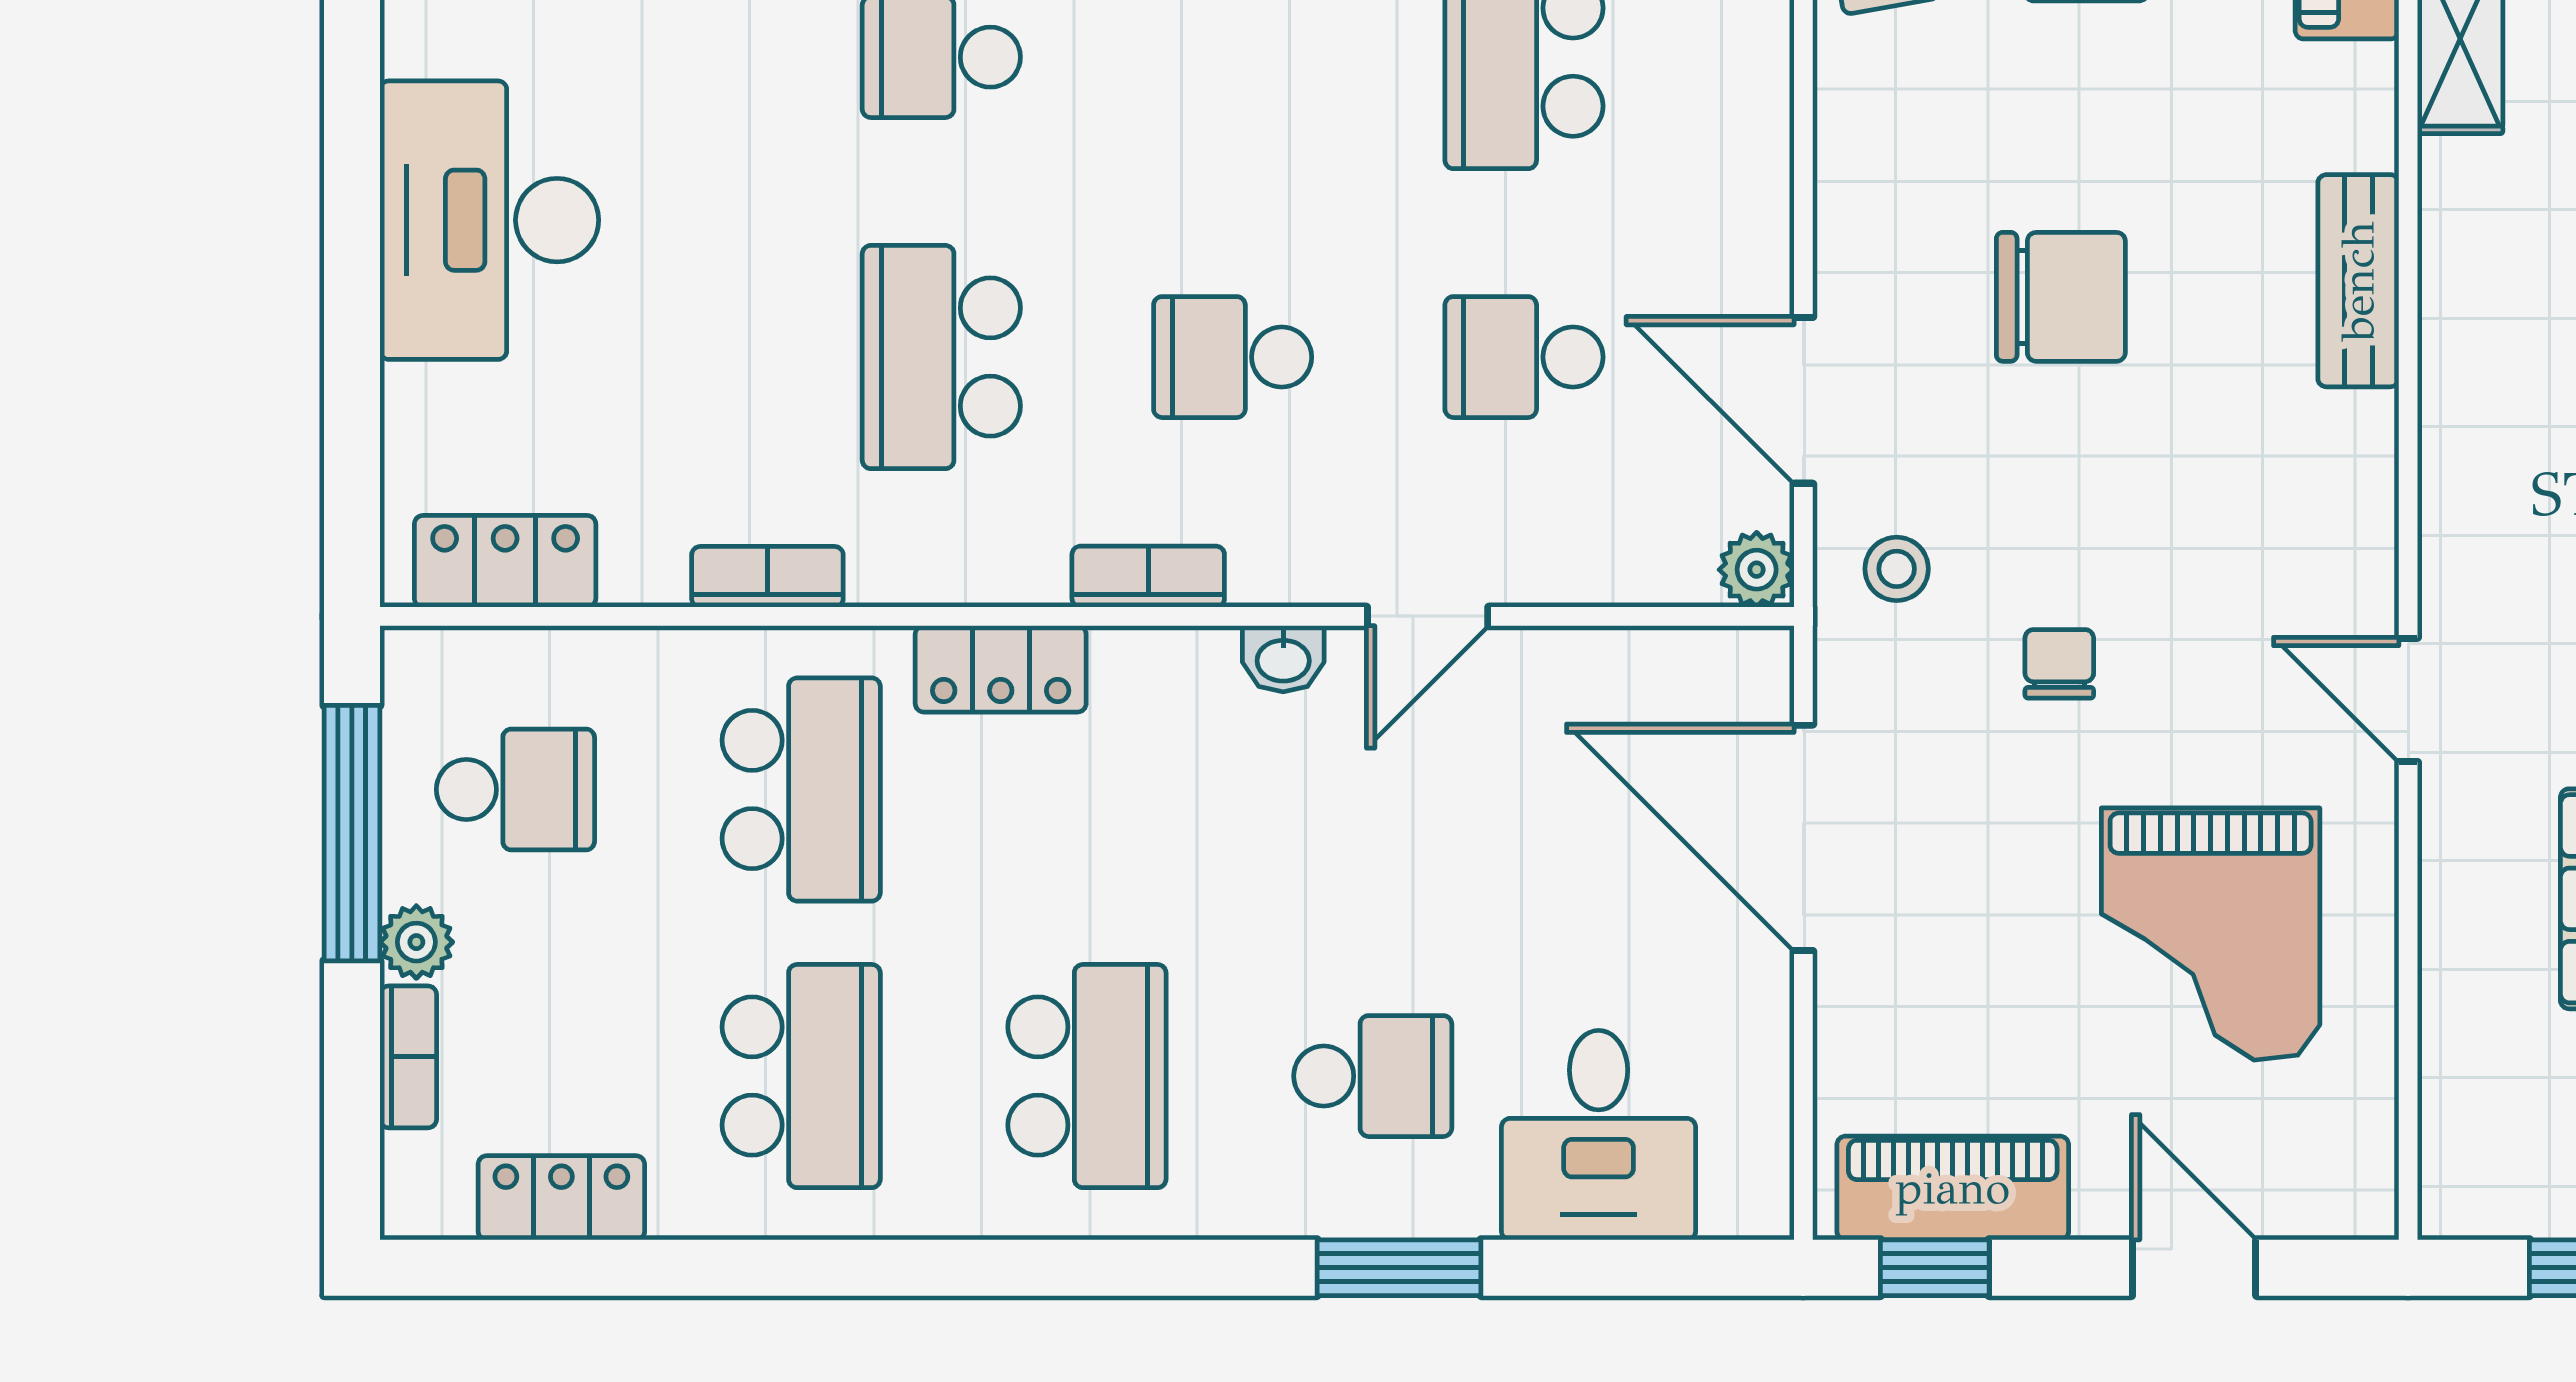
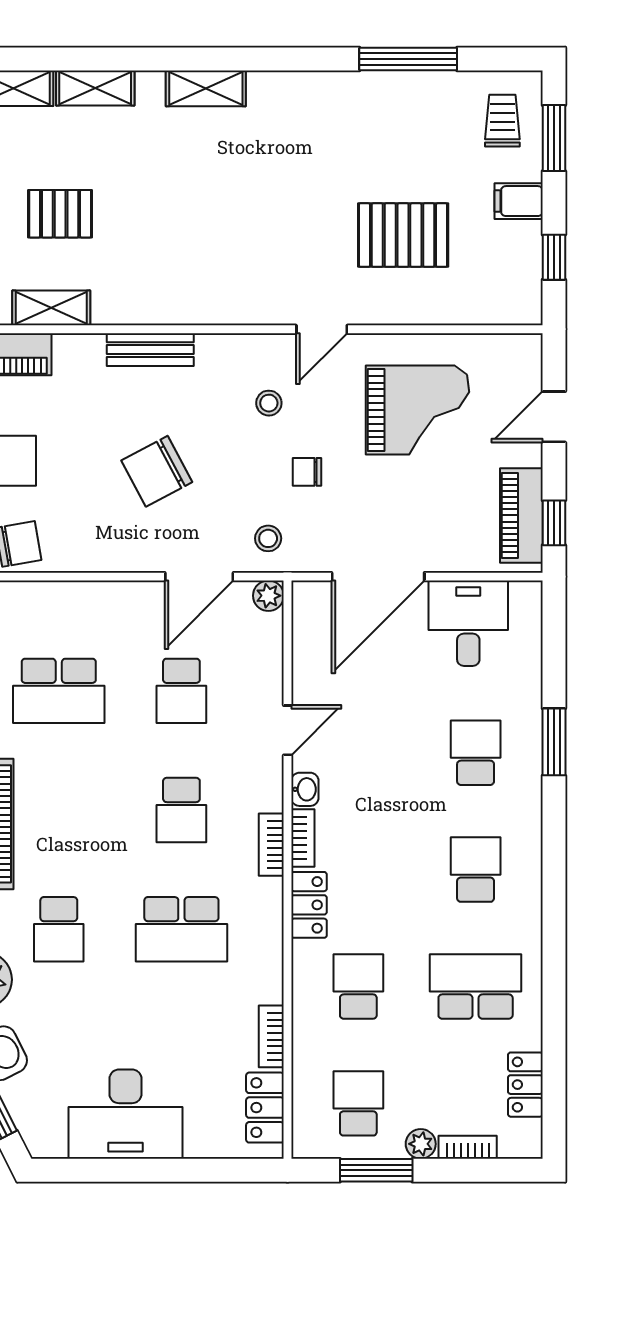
chair: (2061, 297) -> (157, 471), turned -118
stool: (2228, 571) -> (269, 403), added
bookcase: (767, 577) -> (271, 1036), moved
door: (1428, 616) -> (288, 730), hinge flipped
bookcase: (1164, 654) -> (303, 838), added
school desk: (801, 789) -> (358, 986), width x0.54
window: (352, 833) -> (376, 1170), width x0.69
school desk: (1087, 1076) -> (476, 870), width x0.54
desk: (1599, 1135) -> (468, 623), moved, turned -90

